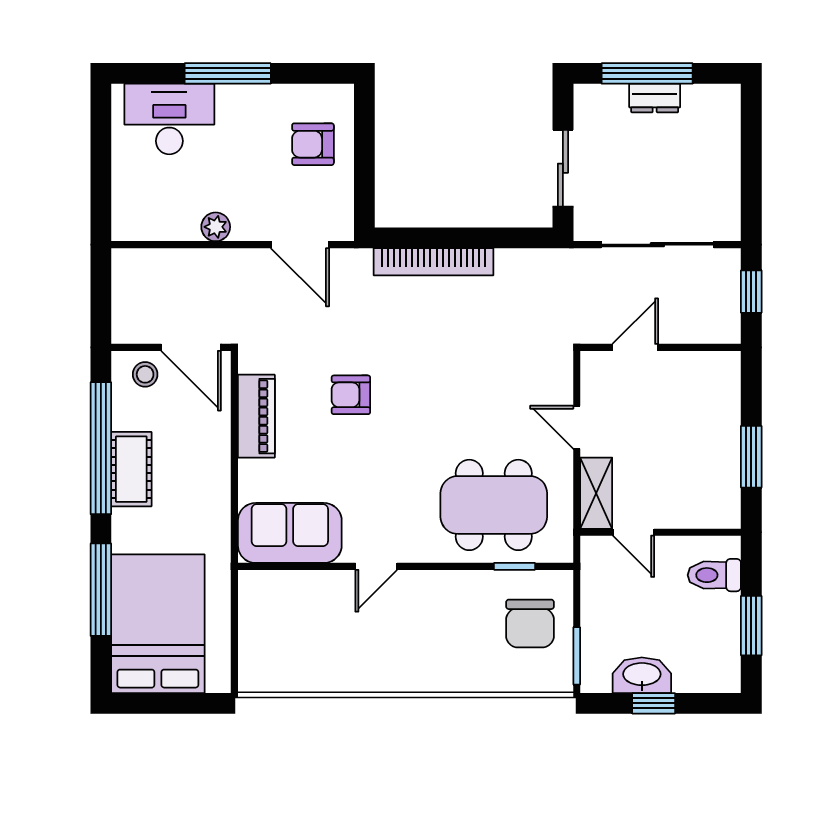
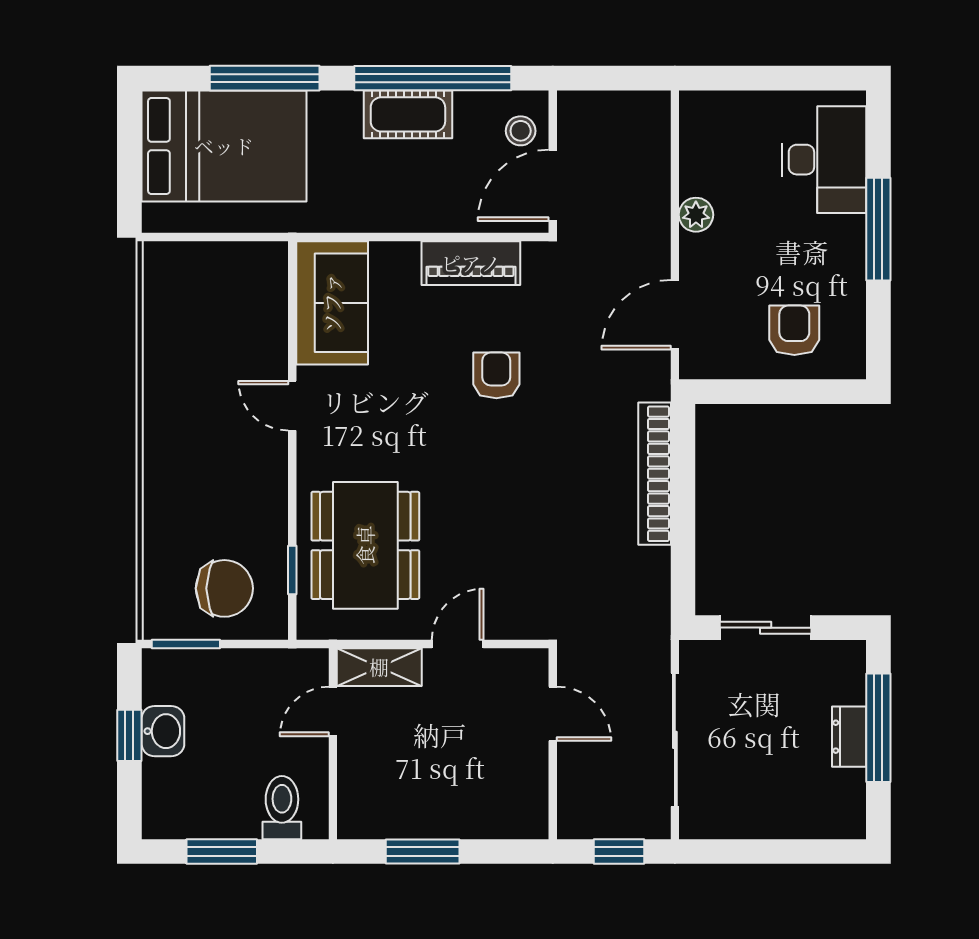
chair: (530, 623) -> (224, 588), turned 180
washbasin: (642, 675) -> (163, 731), width x0.72

